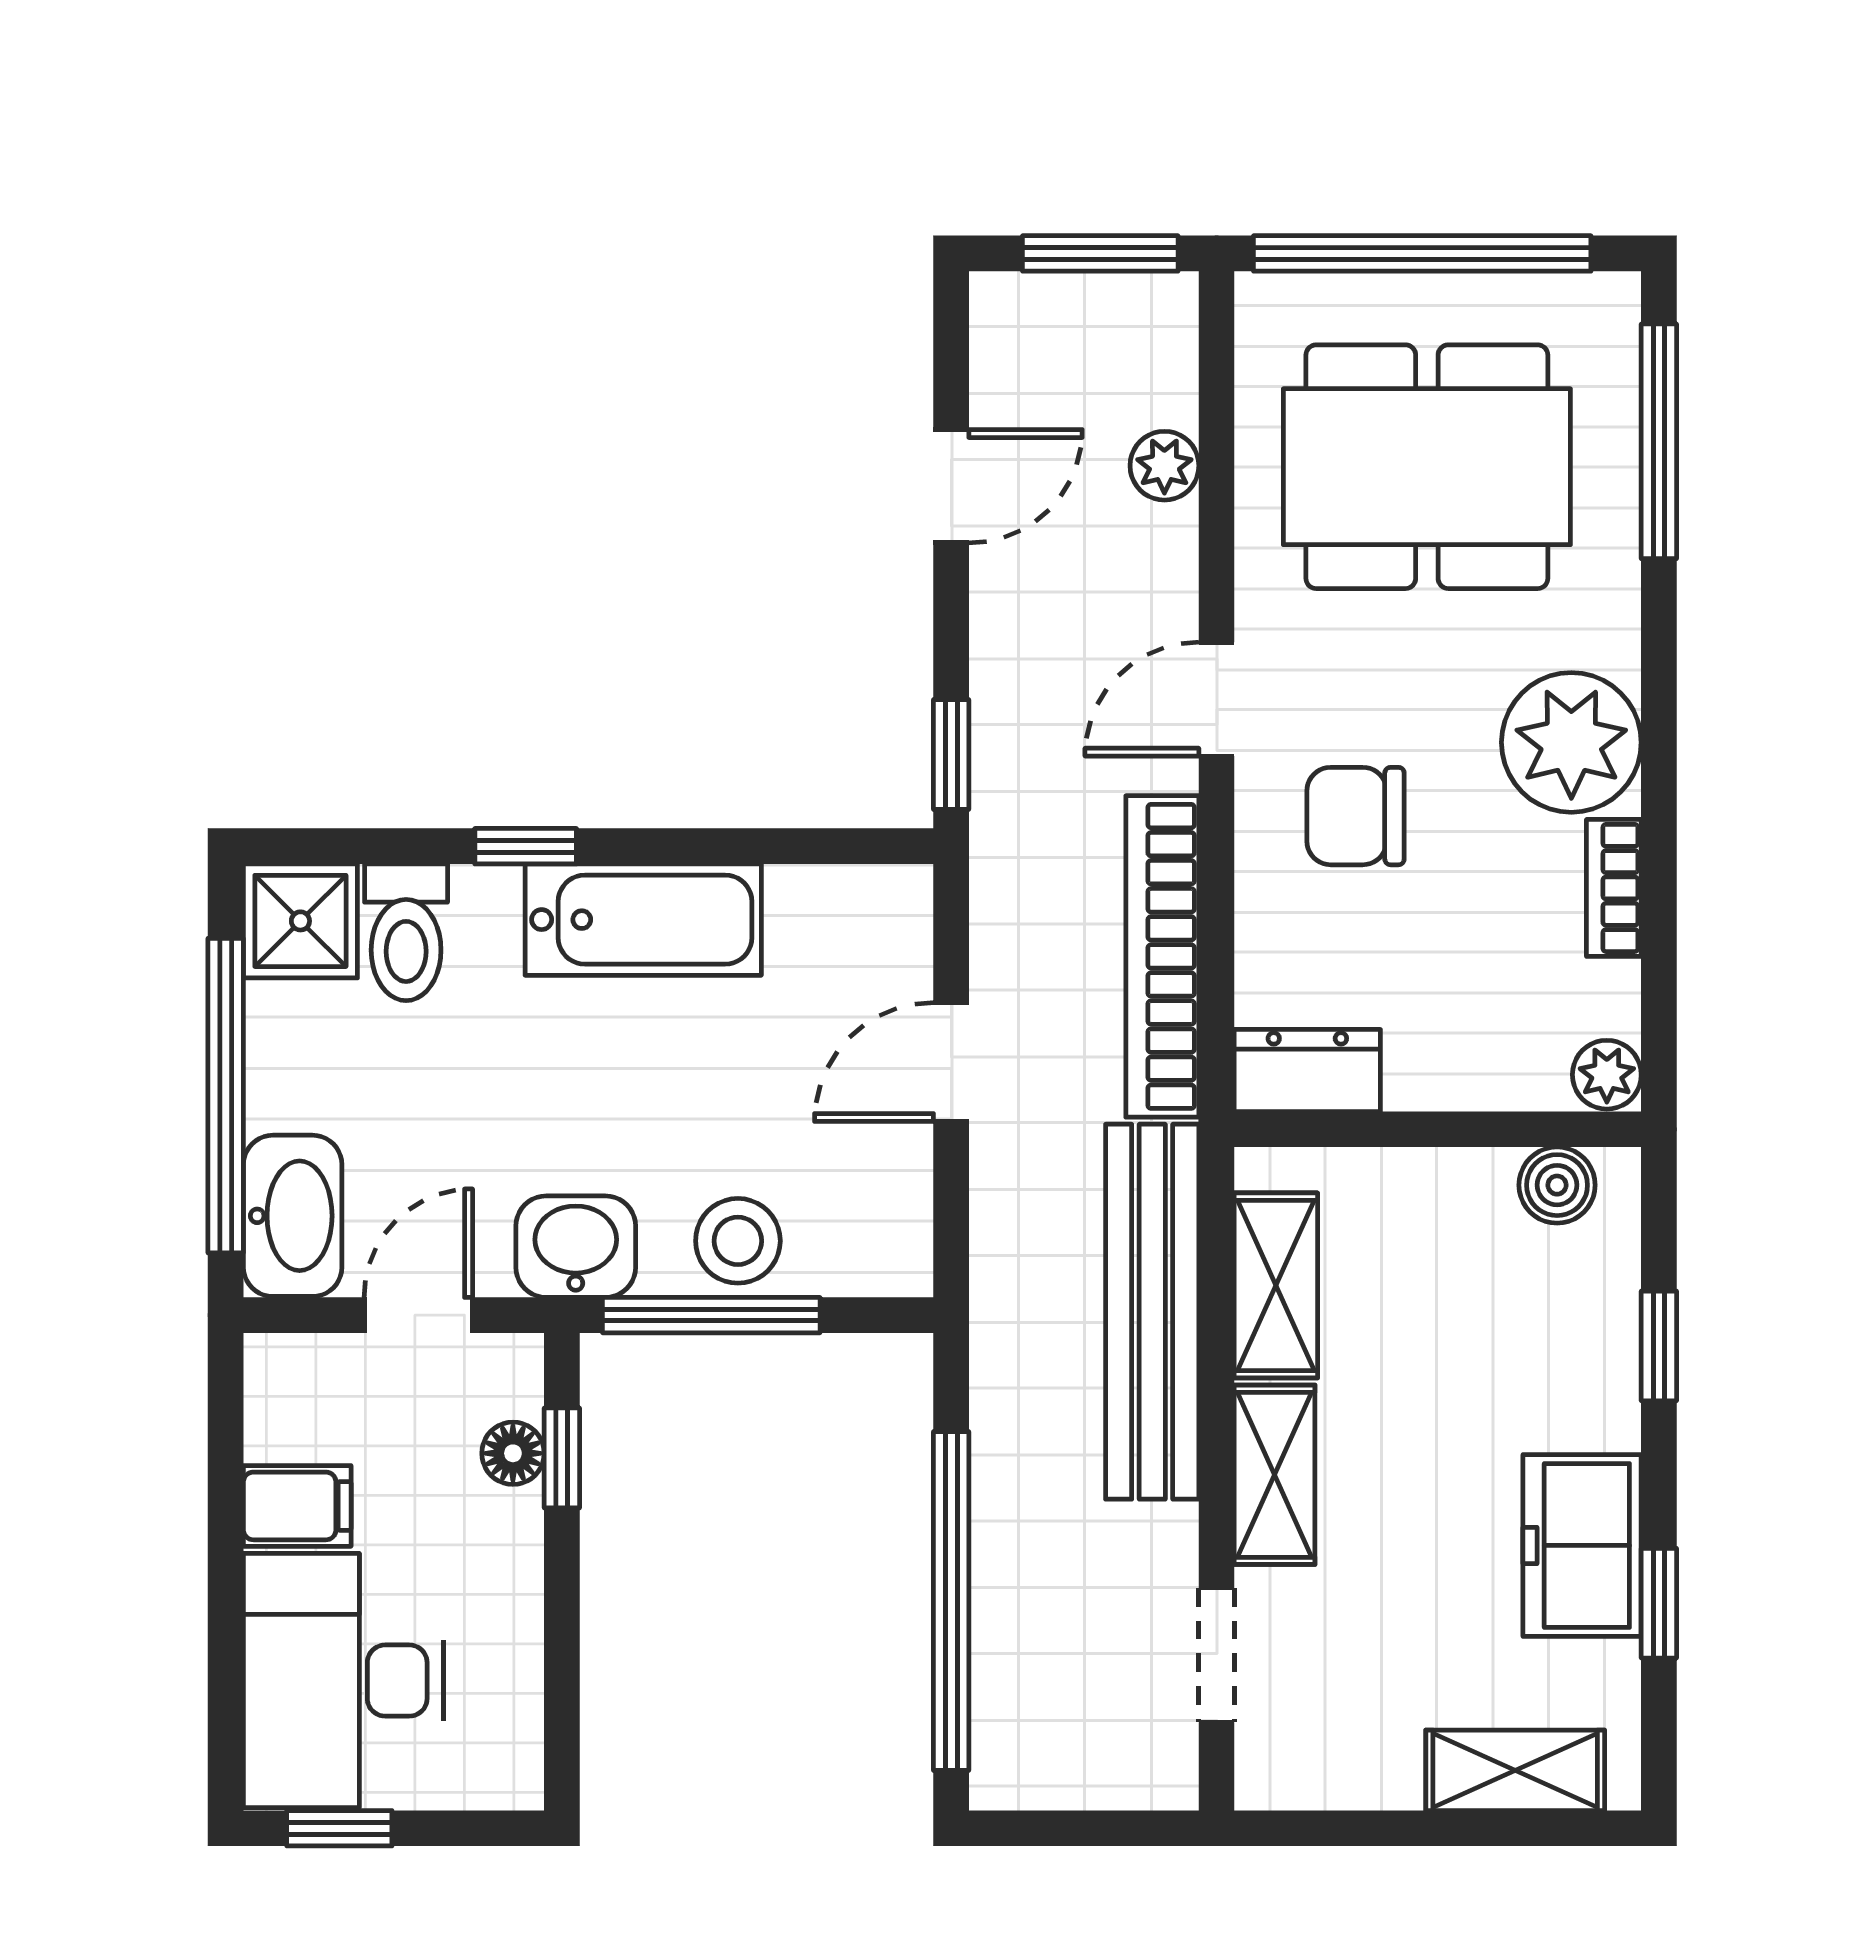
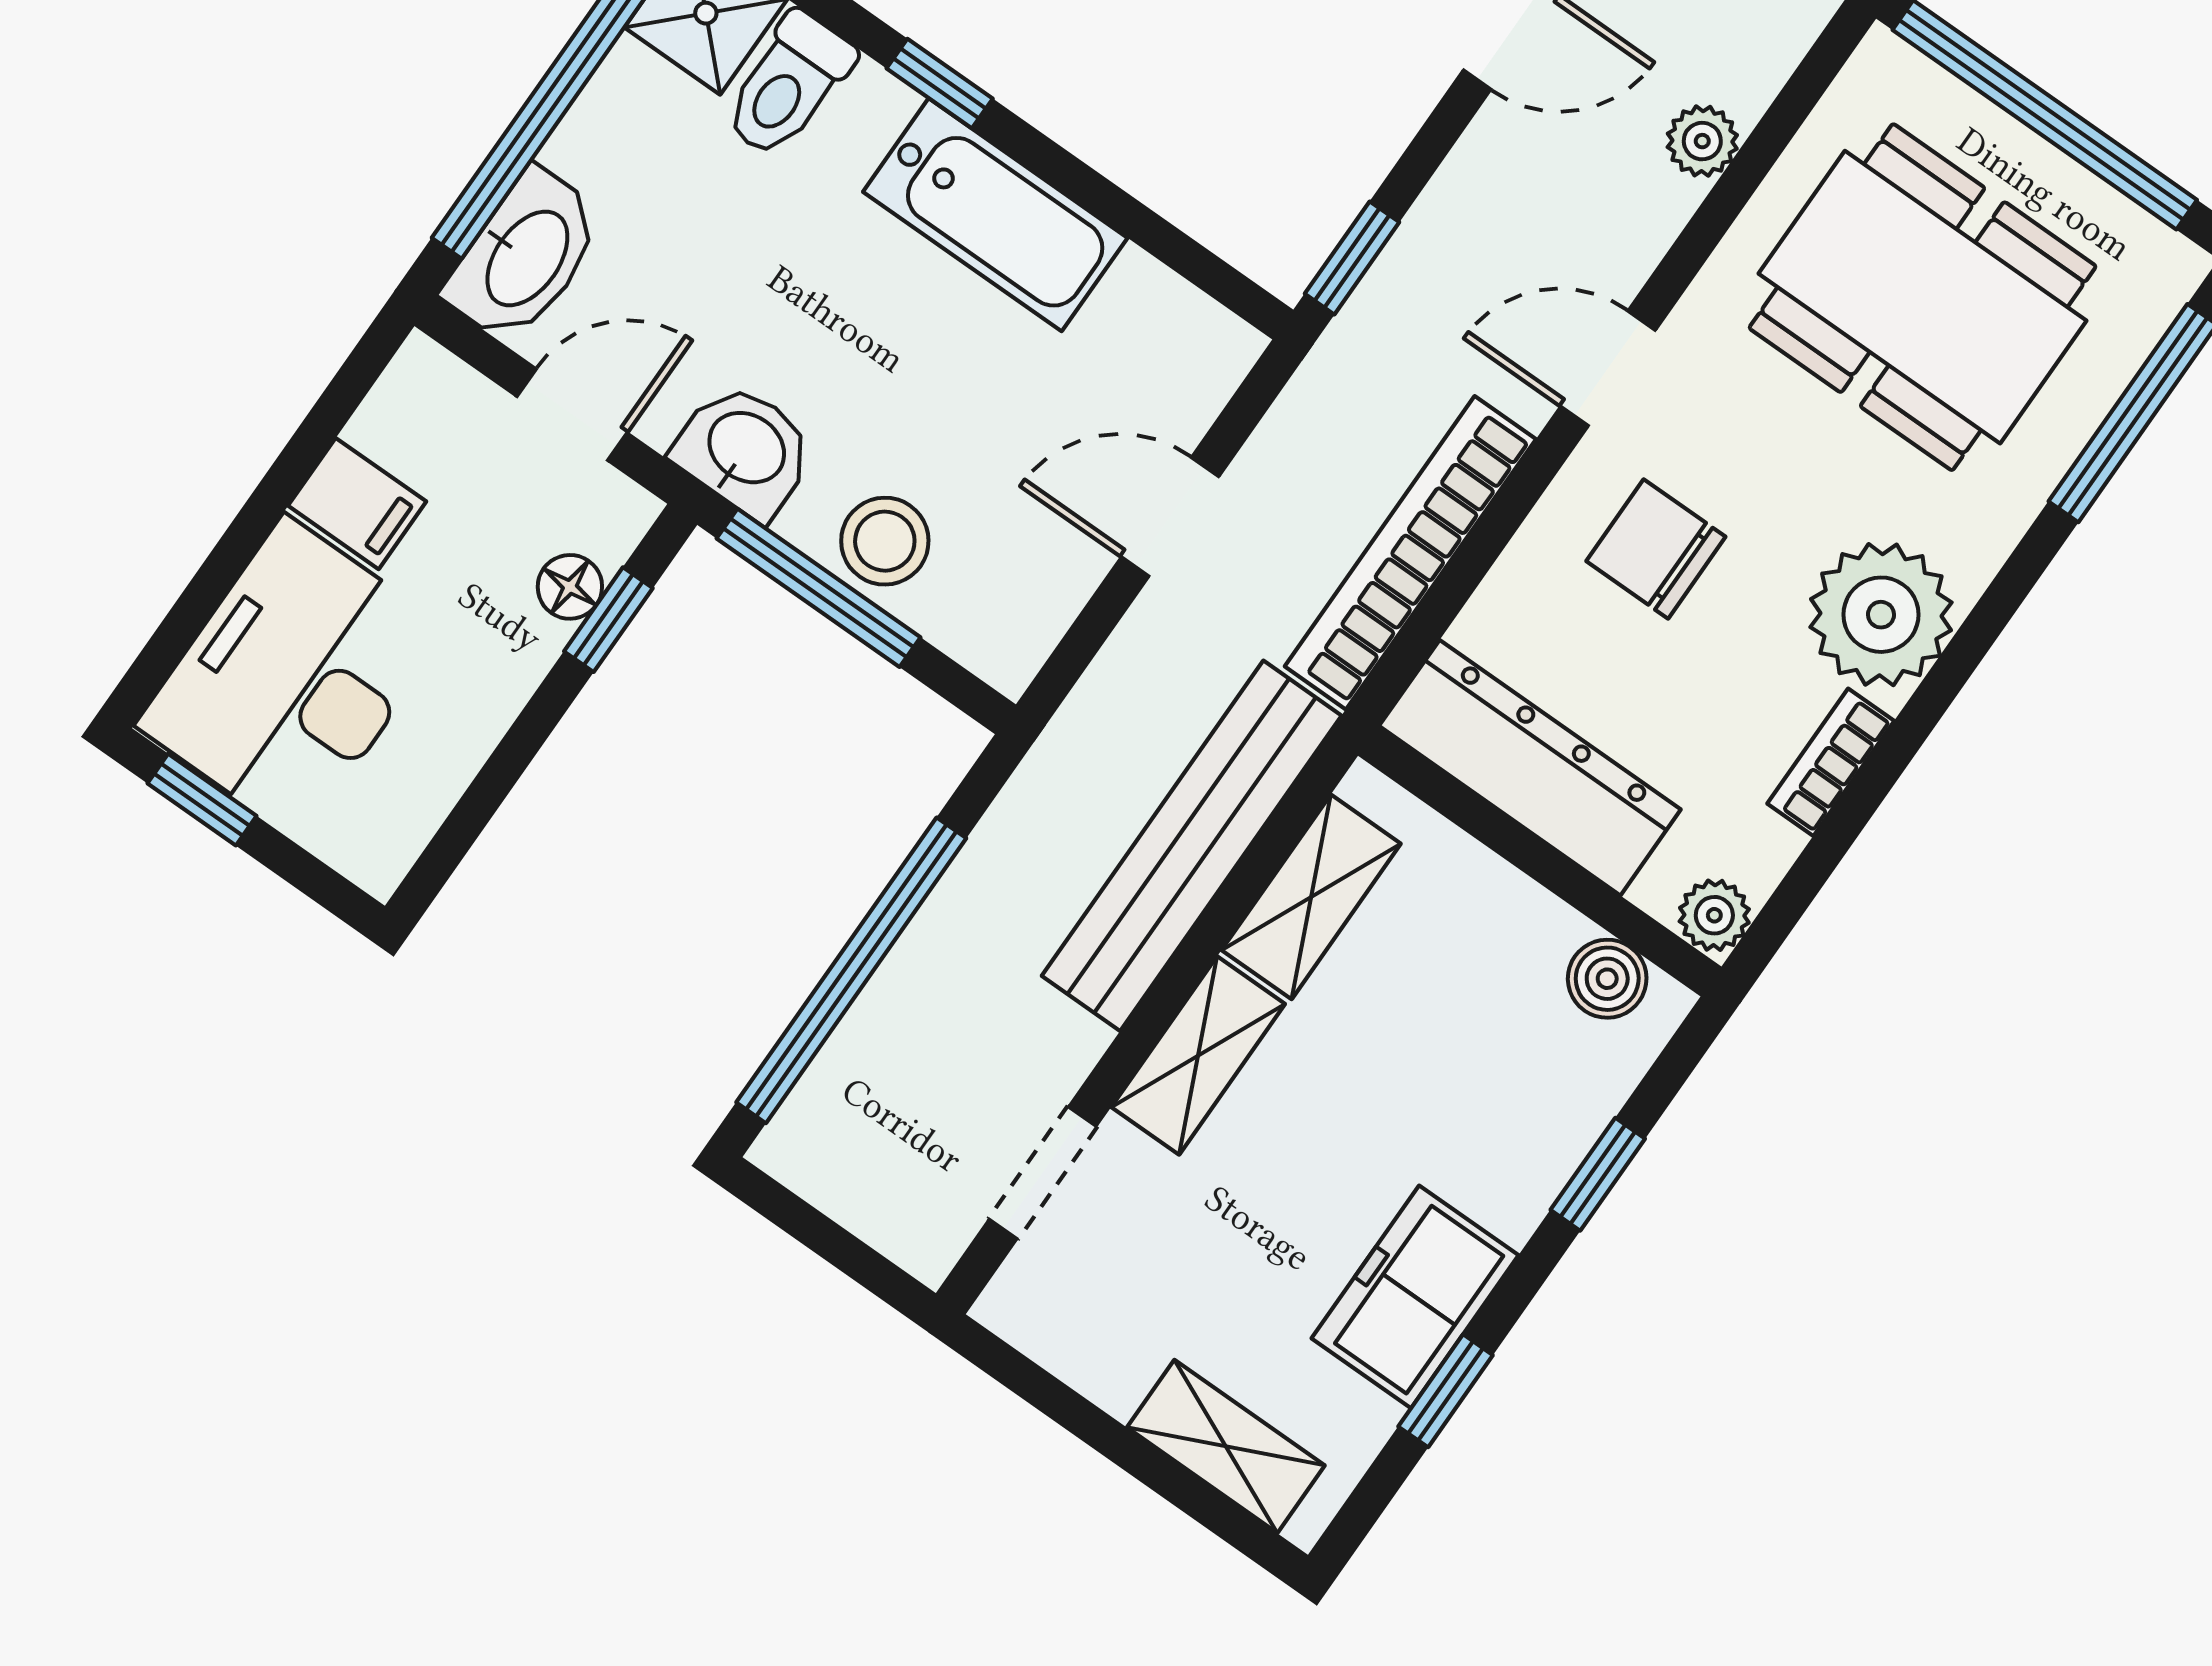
dresser: (1307, 1071) -> (1530, 768), width x1.96, depth x1.24

